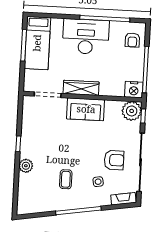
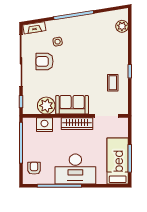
nightstand: (134, 90) -> (44, 125), moved
plant: (132, 111) -> (46, 106), moved
plant: (26, 166) -> (122, 26), moved
coffee table: (66, 179) -> (113, 83), moved

